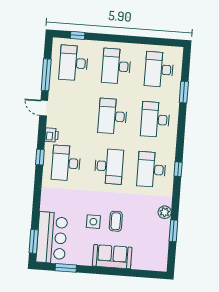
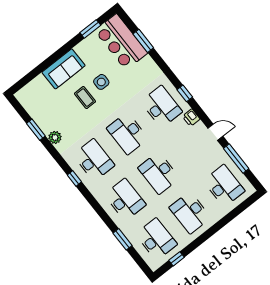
window: (78, 35) -> (176, 259), moved
desk: (116, 66) -> (190, 213), turned 180
desk: (113, 116) -> (159, 173), turned 180
window: (34, 241) -> (143, 41), moved

